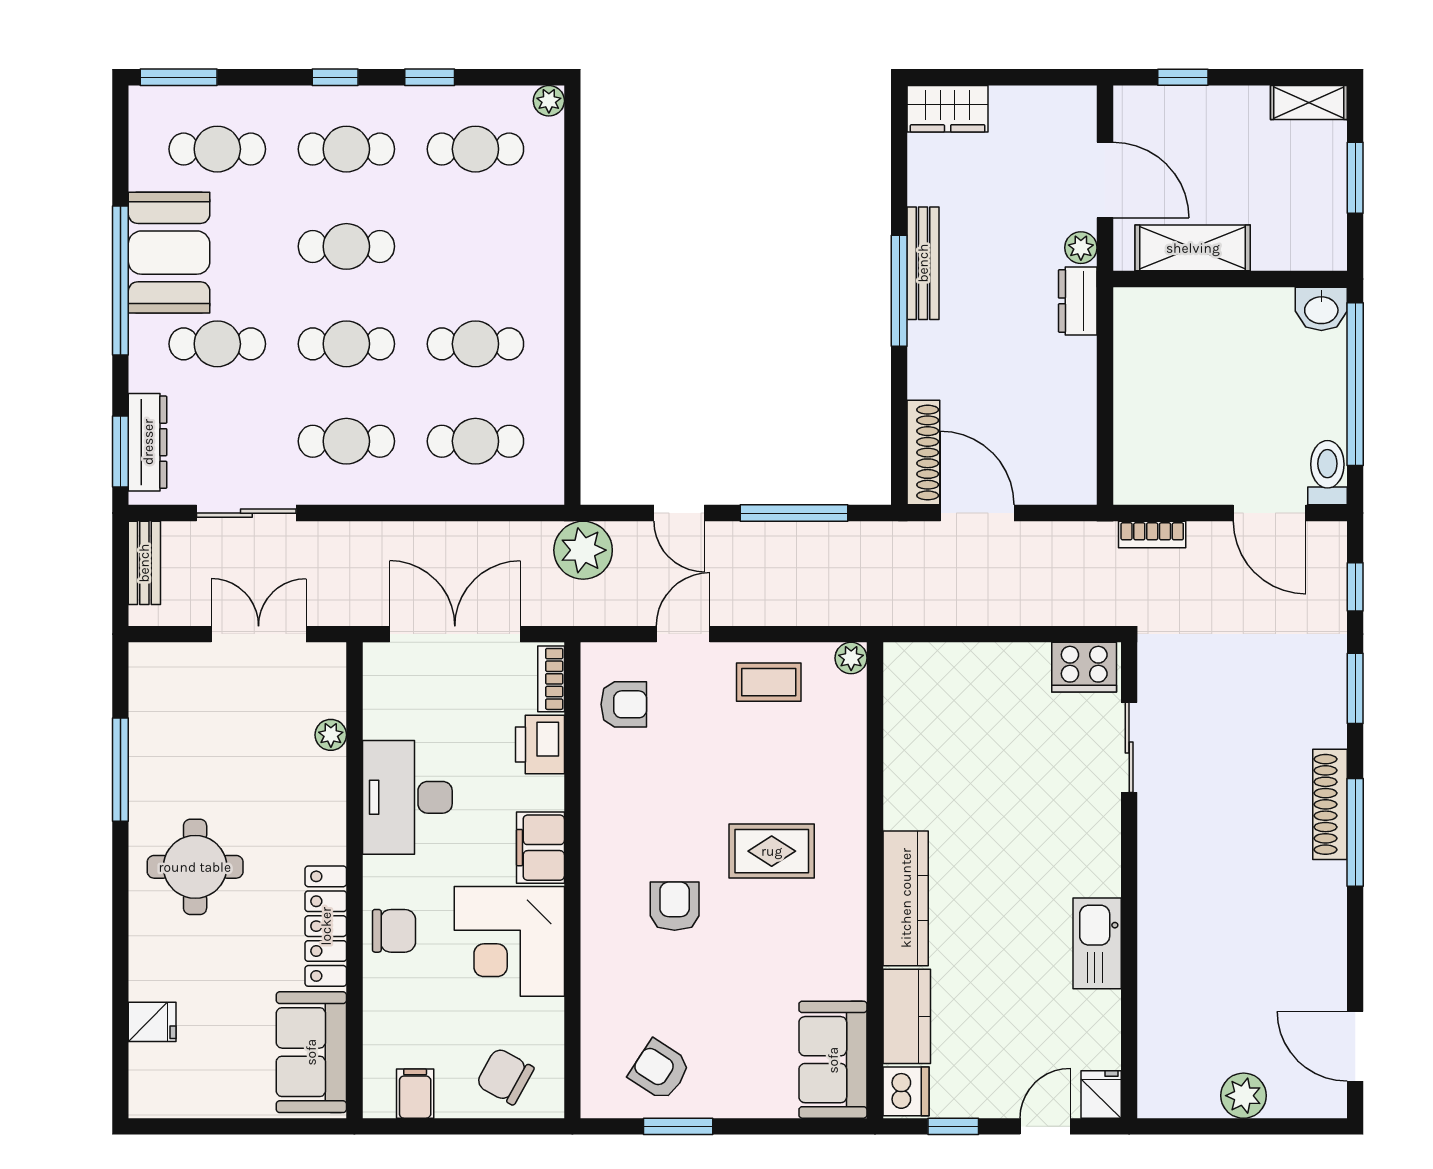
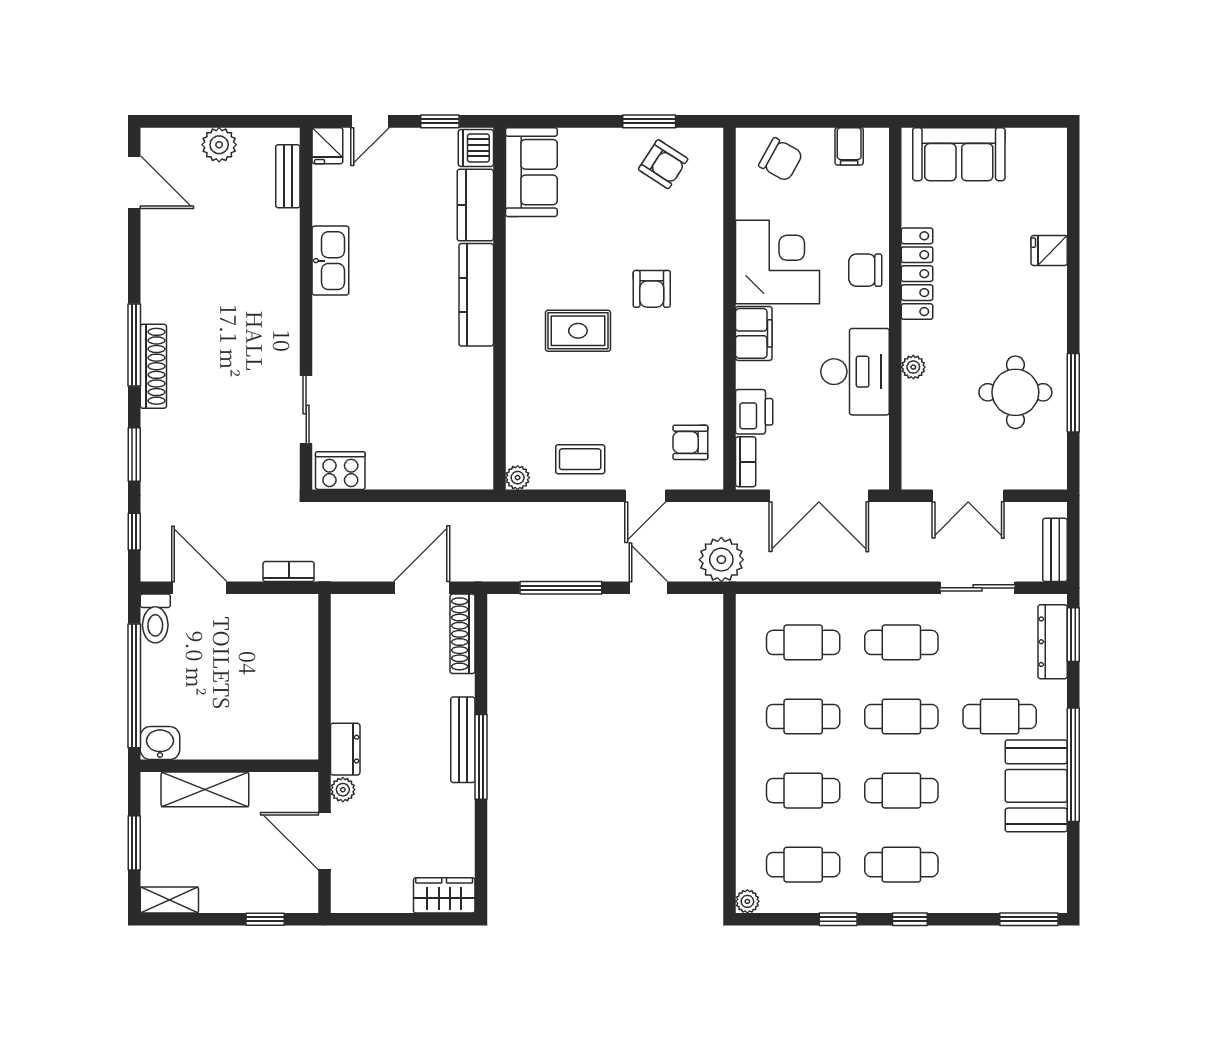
cafe table: (217, 149) -> (803, 791), moved
shelving: (1193, 248) -> (205, 789), moved
bench: (923, 263) -> (463, 740), moved
door: (977, 513) -> (422, 588), swing flipped
plant: (331, 735) -> (913, 367), moved
round table: (195, 867) -> (1015, 392), moved
fridge: (152, 1022) -> (1049, 250), moved
sofa: (311, 1052) -> (959, 154), moved, turned 90
bench: (1153, 1054) -> (288, 176), added

